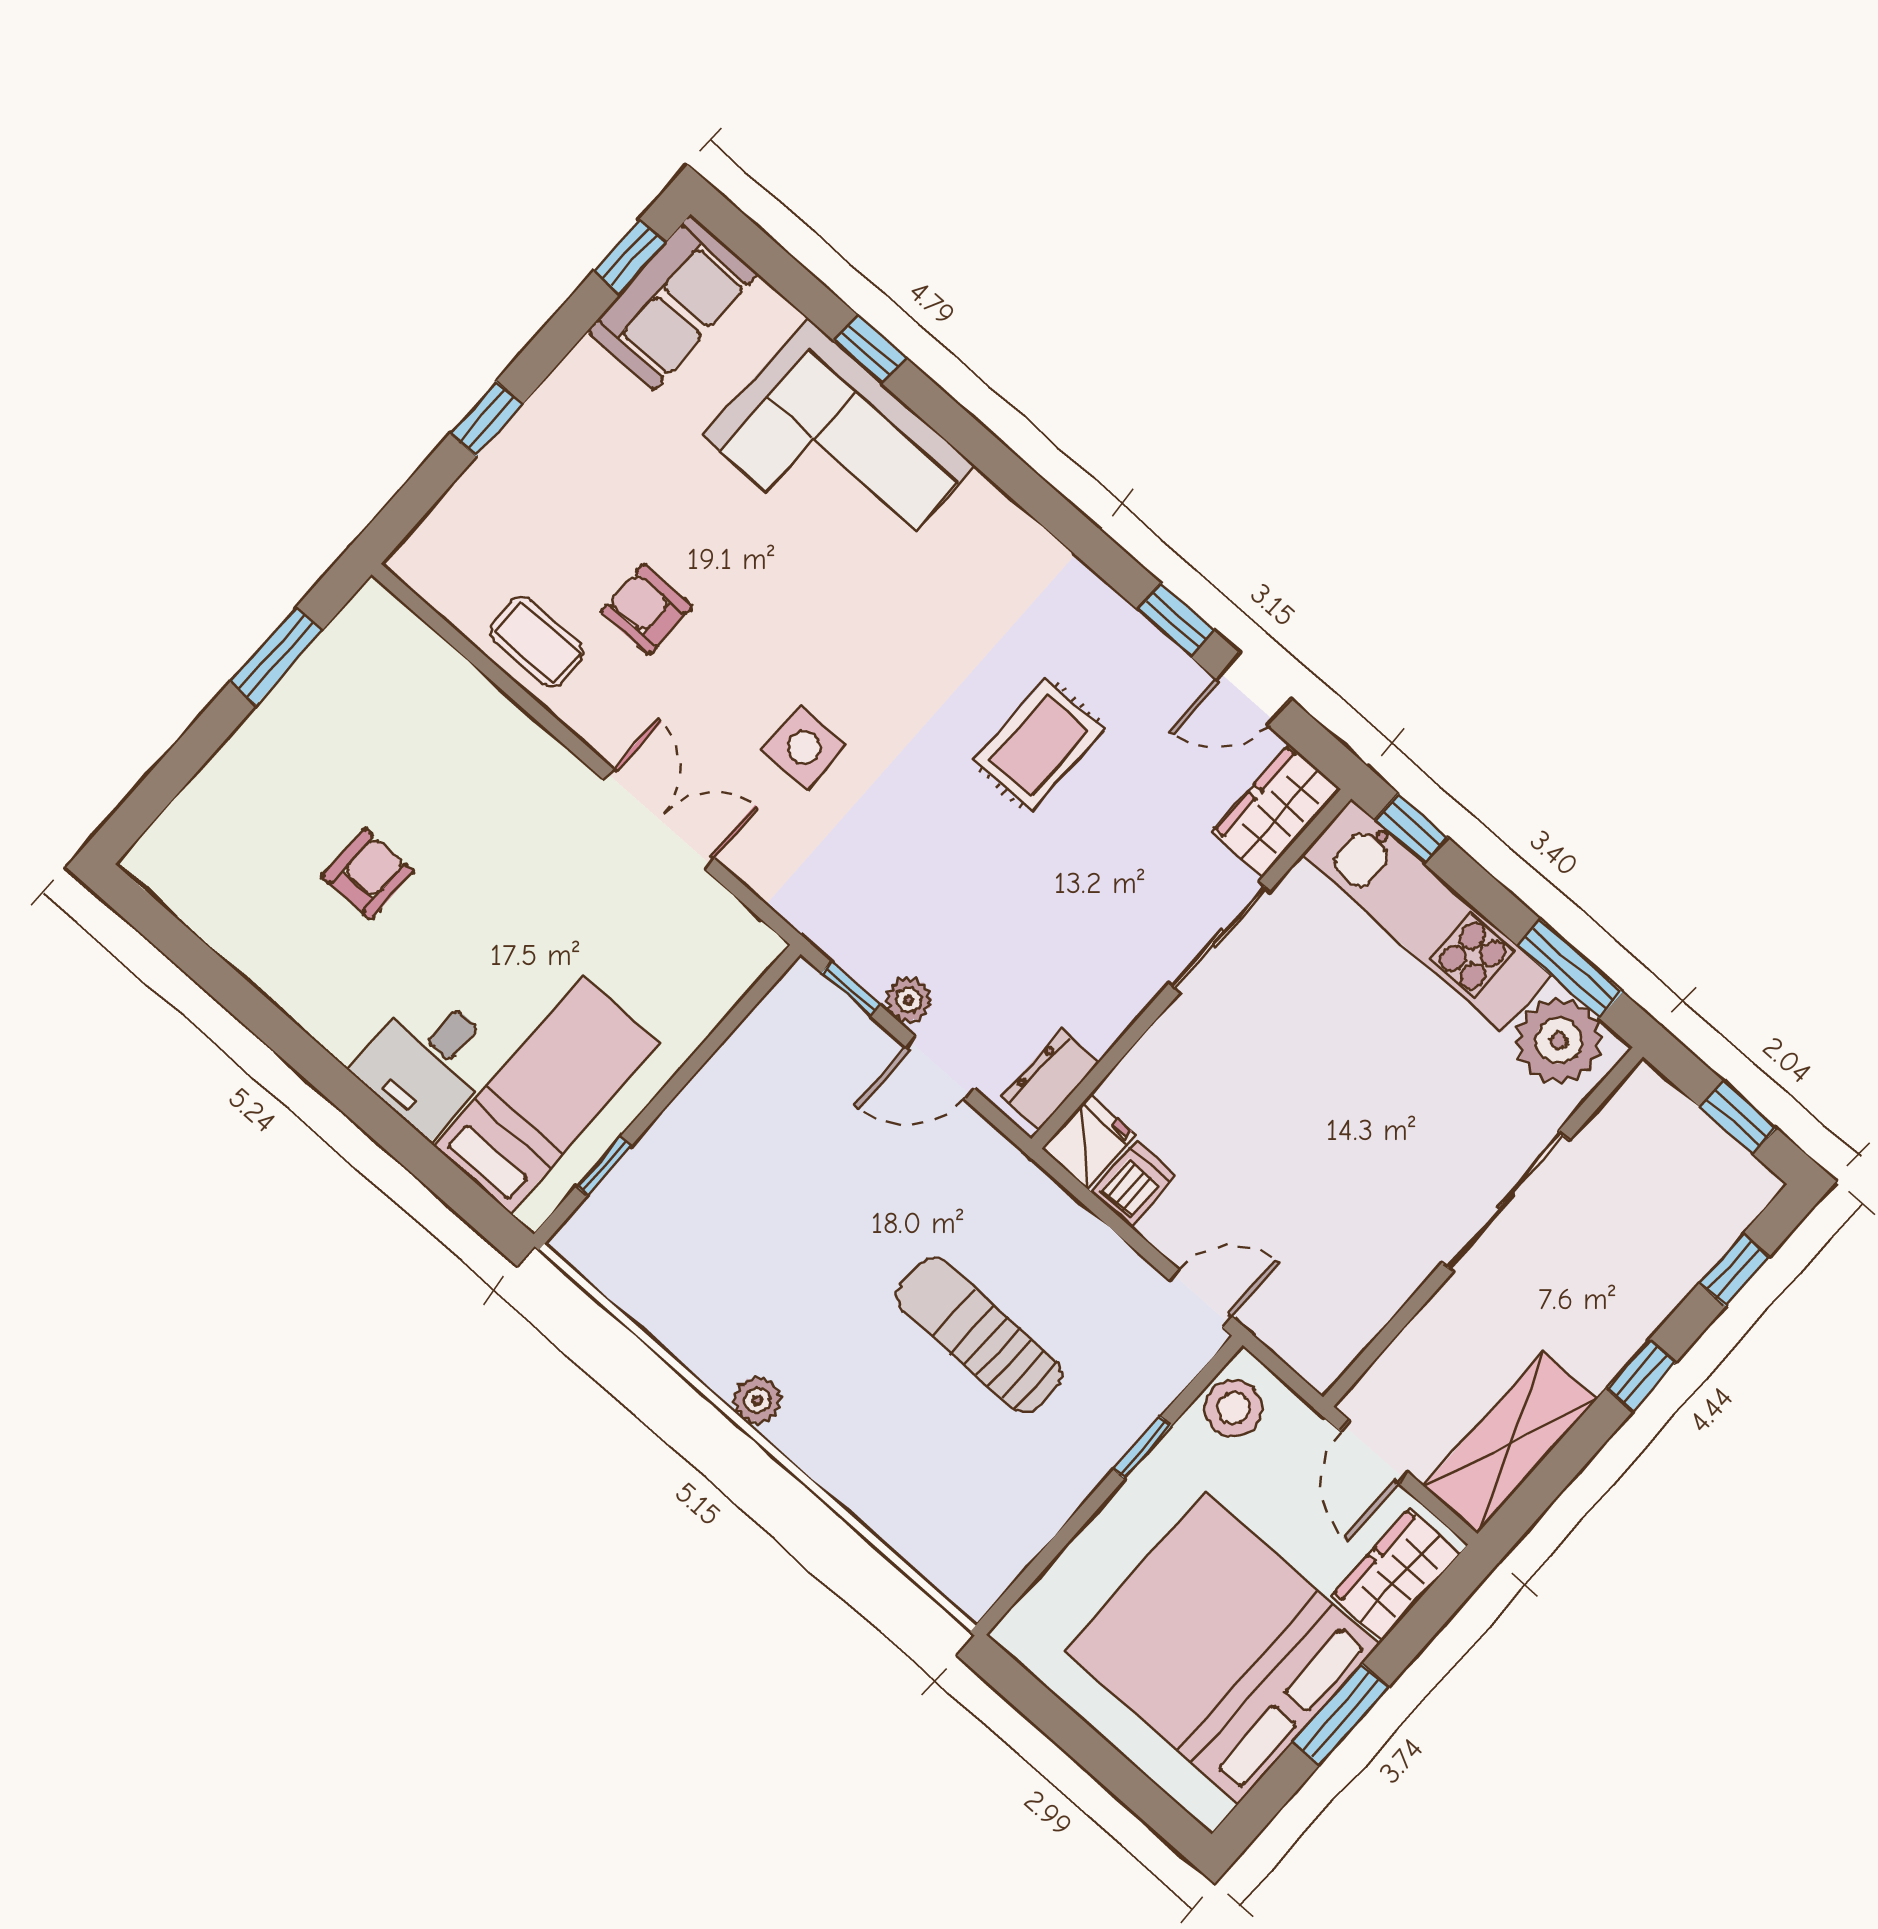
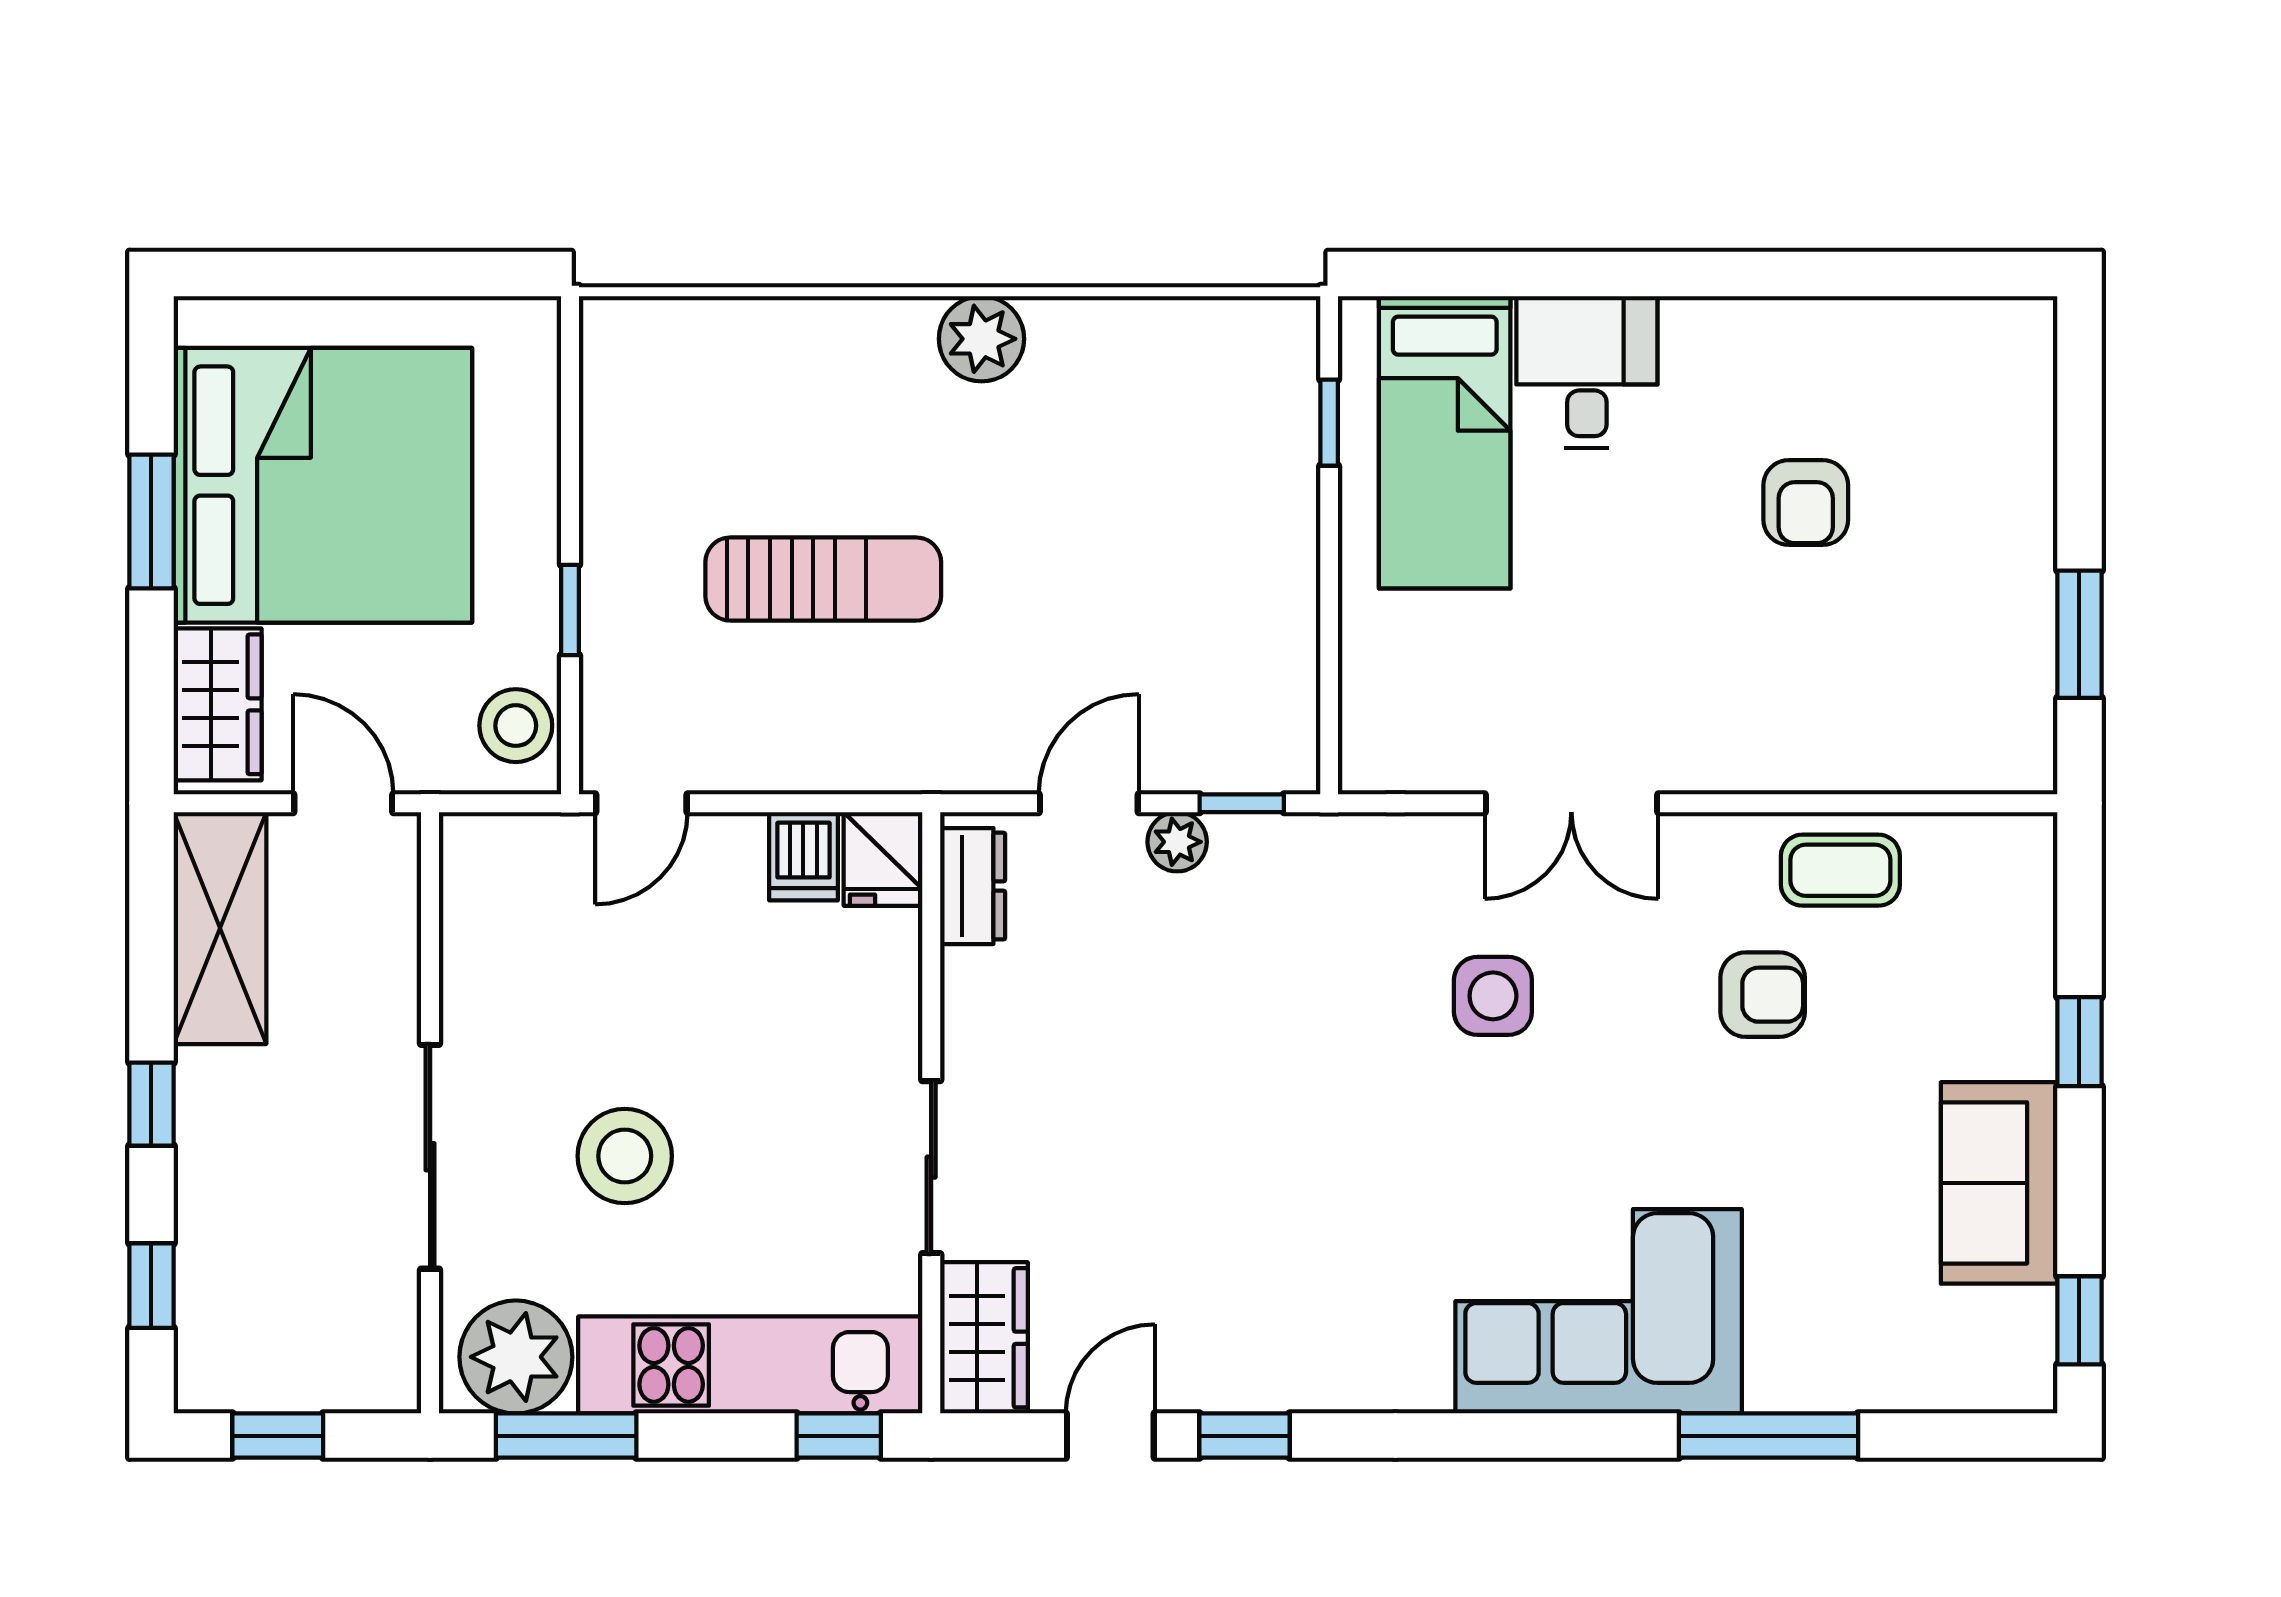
sofa: (673, 302) -> (1999, 1183), moved
window: (870, 350) -> (1768, 1436), width x2.17
corner sofa: (838, 451) -> (1599, 1311), moved
rug: (1039, 745) -> (1268, 1198), removed
stool: (1392, 1102) -> (625, 1156), added
plant: (757, 1400) -> (981, 339), width x1.38, depth x1.38

